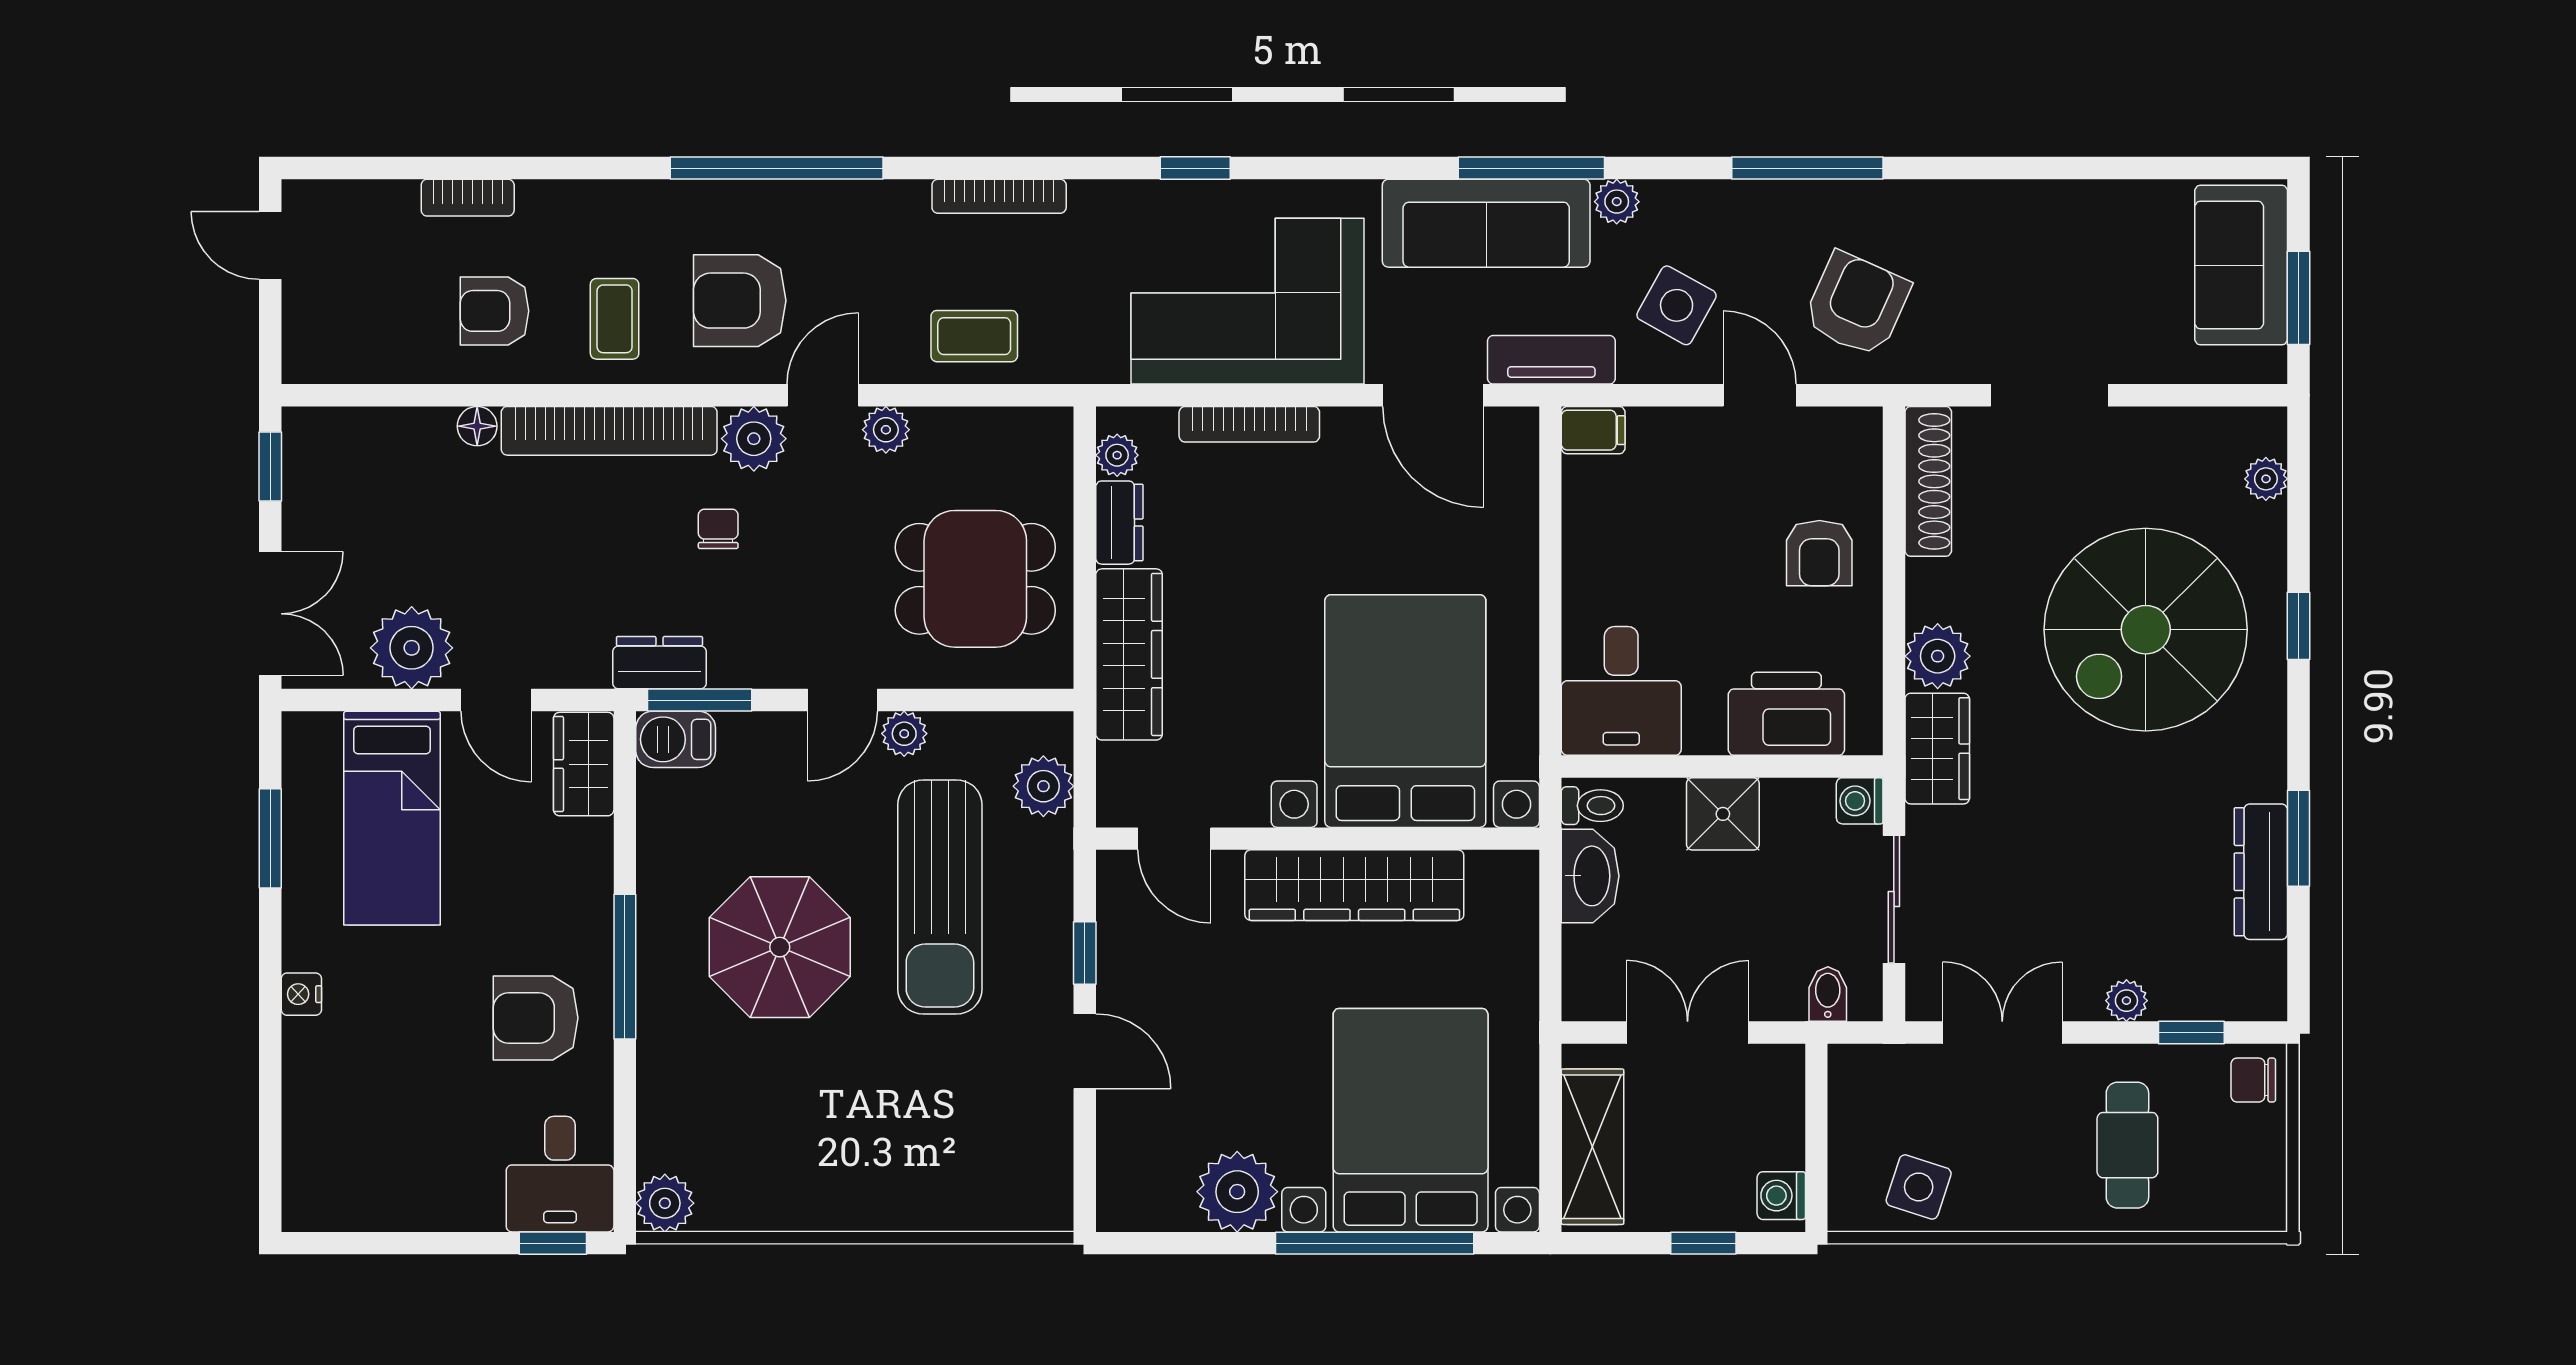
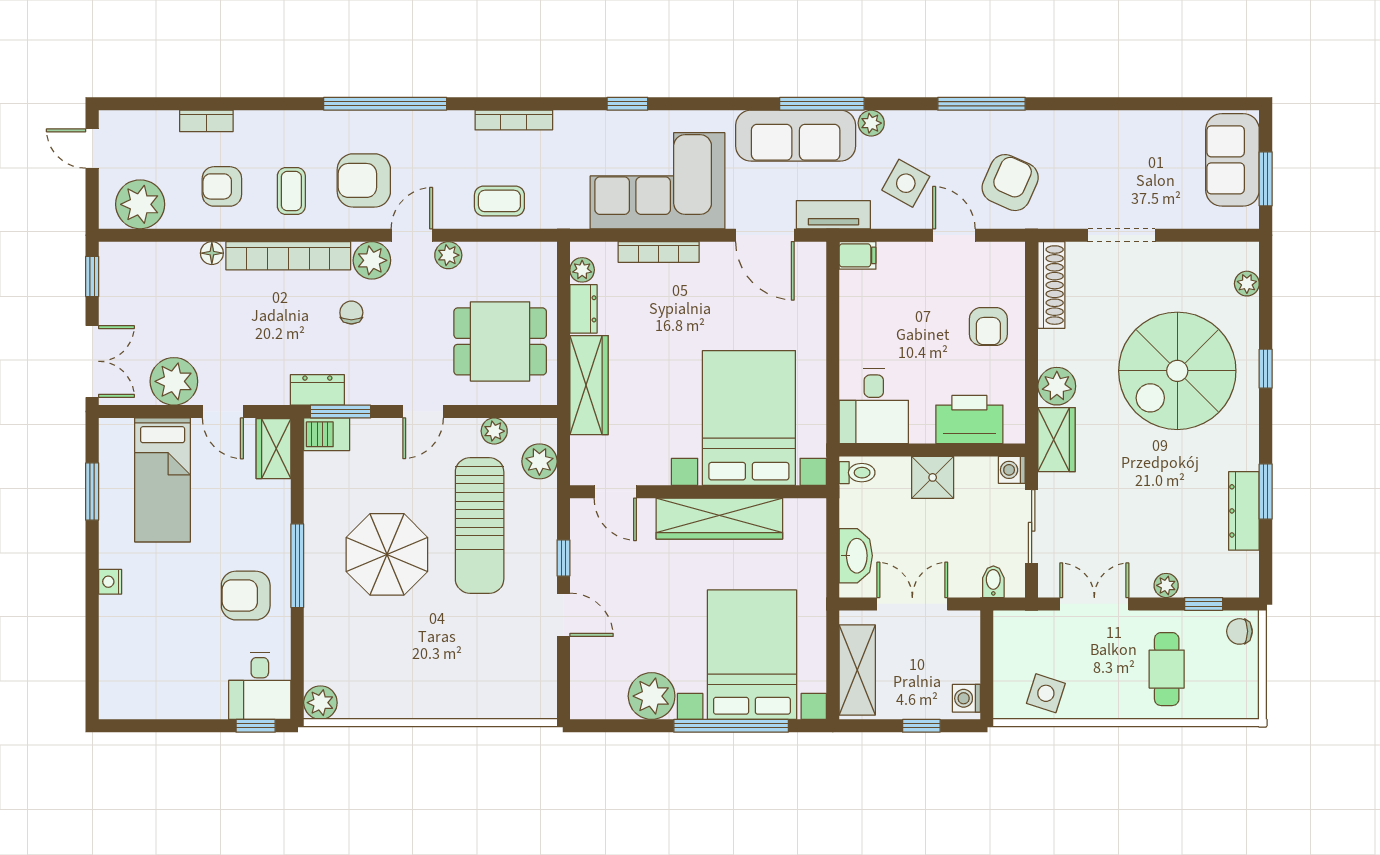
plant: (353, 342) -> (140, 204), added
plant: (904, 734) -> (494, 431), moved
washbasin: (1590, 876) -> (856, 556), moved

